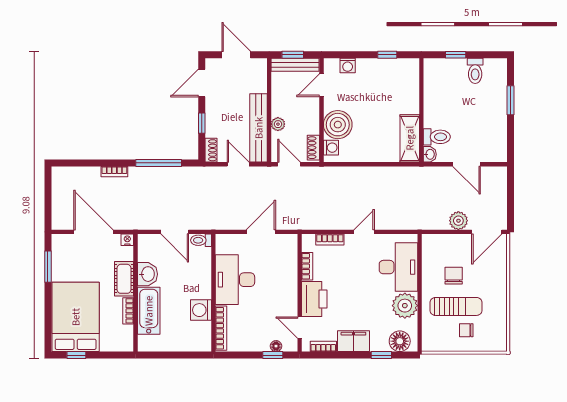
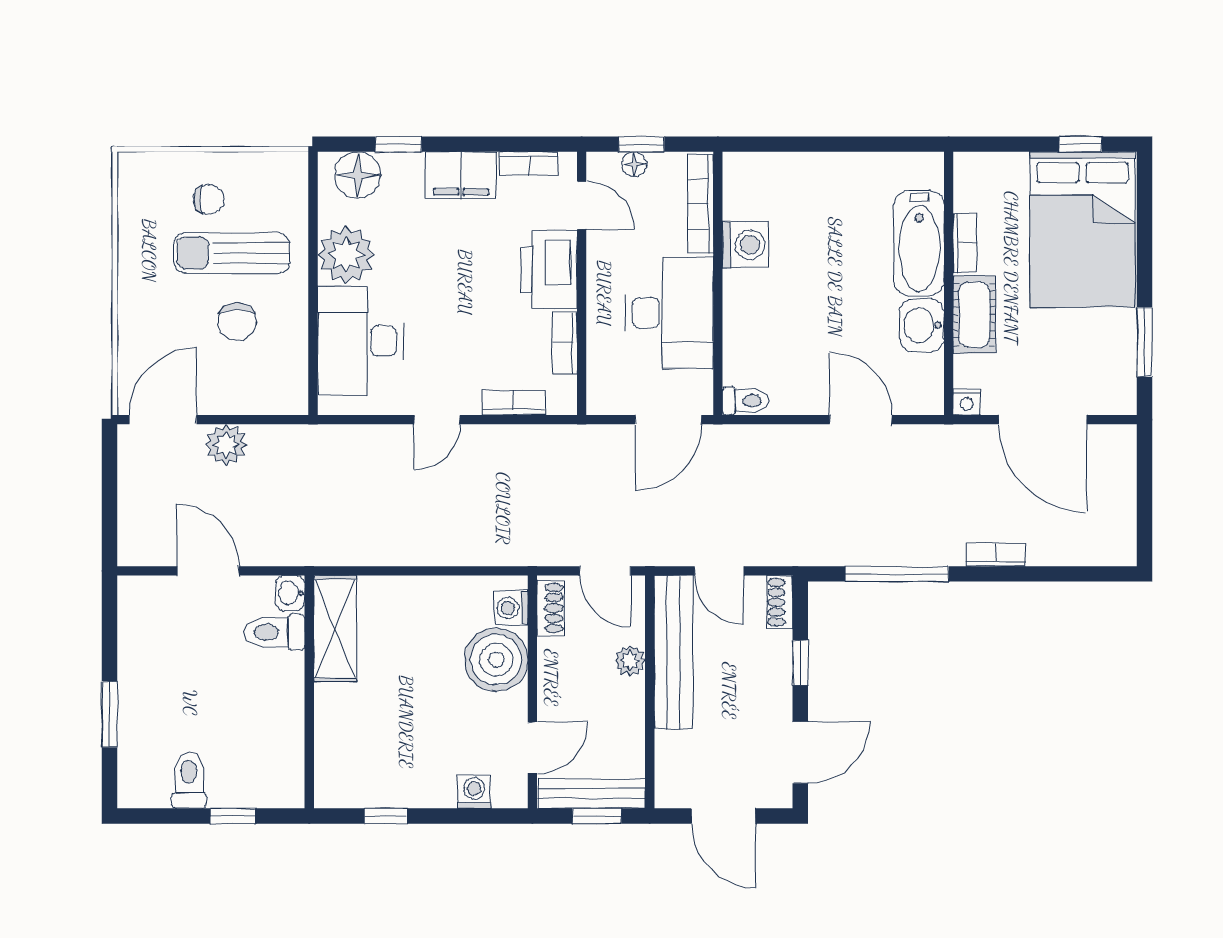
toilet: (201, 240) -> (745, 401), moved
desk: (235, 280) -> (669, 313), moved
wall: (213, 293) -> (718, 283), moved
washing machine: (201, 310) -> (745, 245), moved
bookcase: (221, 328) -> (701, 204), moved

